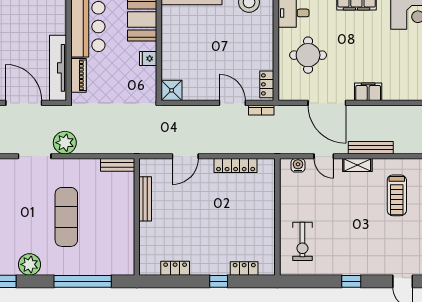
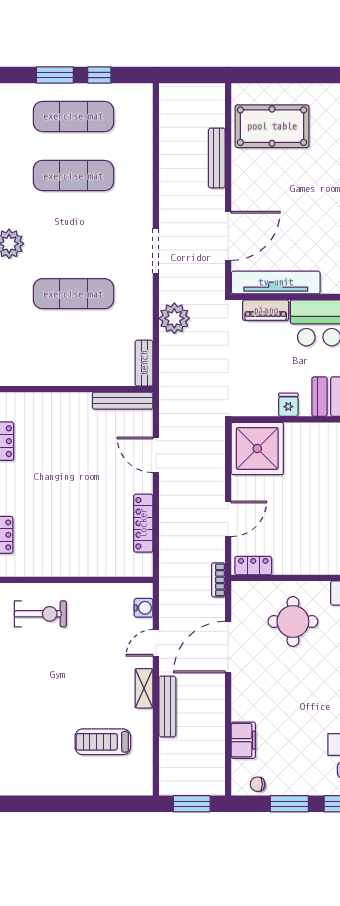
shower: (172, 90) -> (257, 448), width x1.86, depth x1.86
filing cabinet: (368, 92) -> (243, 740), moved
bookcase: (261, 110) -> (218, 580), moved
plant: (65, 143) -> (174, 318), moved
bench: (145, 199) -> (123, 401), moved
exercise bike: (302, 241) -> (40, 614), turned 180

